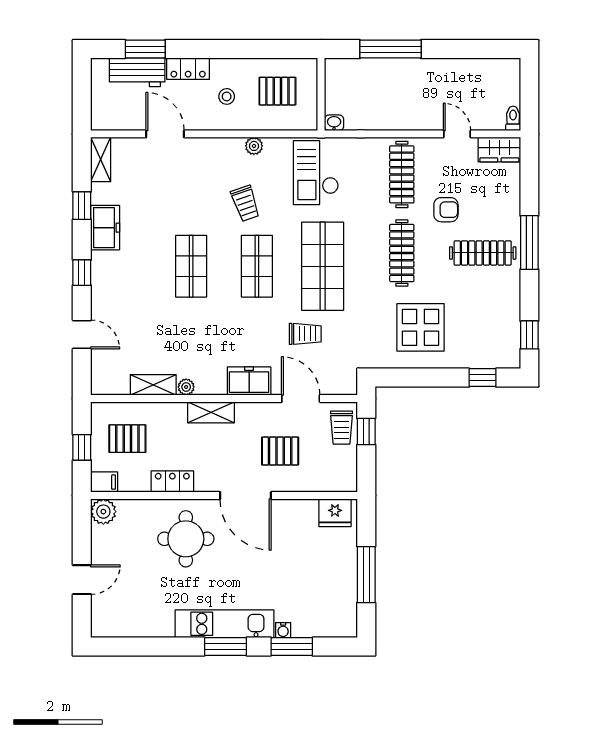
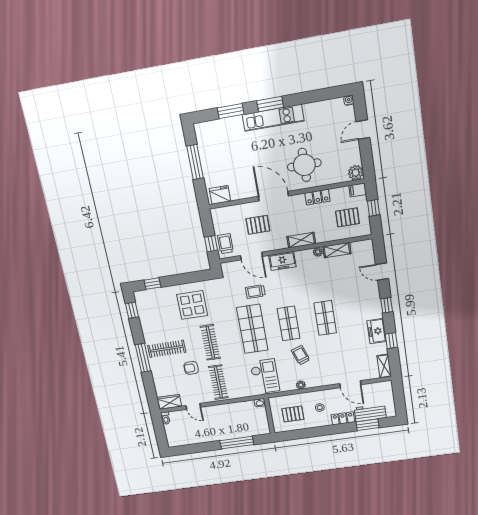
water cooler: (283, 630) -> (349, 100), moved

